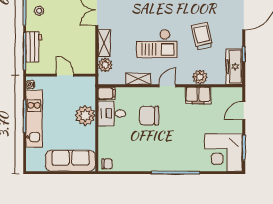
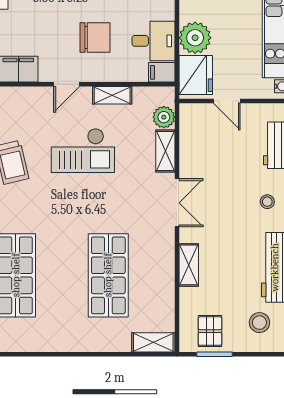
checkout: (157, 44) -> (83, 151), turned 180
plant: (200, 77) -> (16, 98), removed
fridge: (85, 92) -> (196, 75), added

